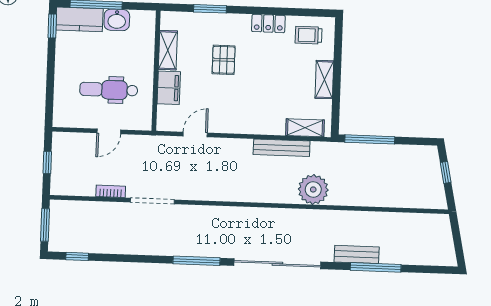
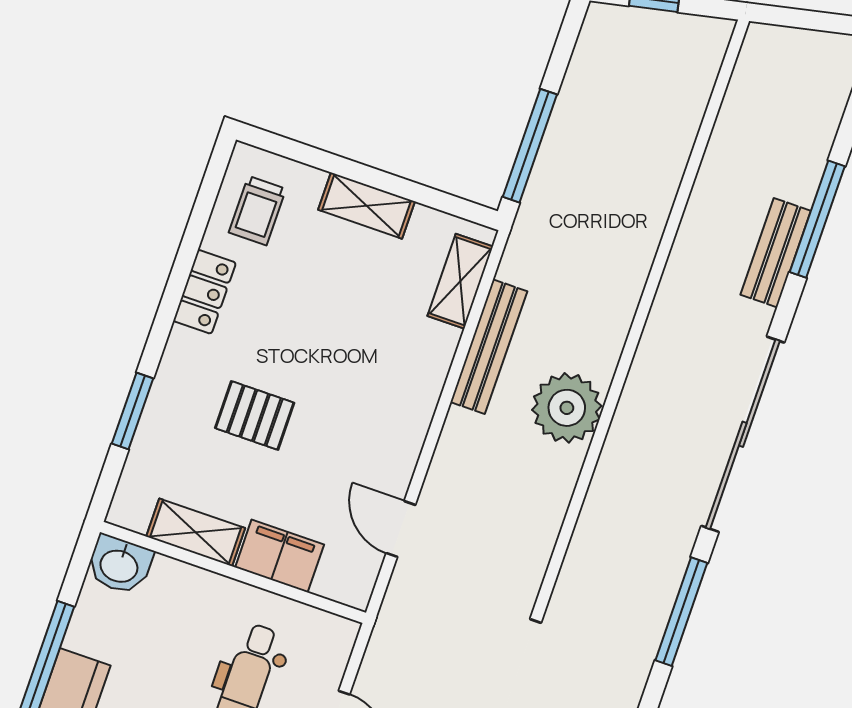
washbasin: (117, 20) -> (119, 565), moved, turned 90
plant: (313, 189) -> (567, 408), moved

